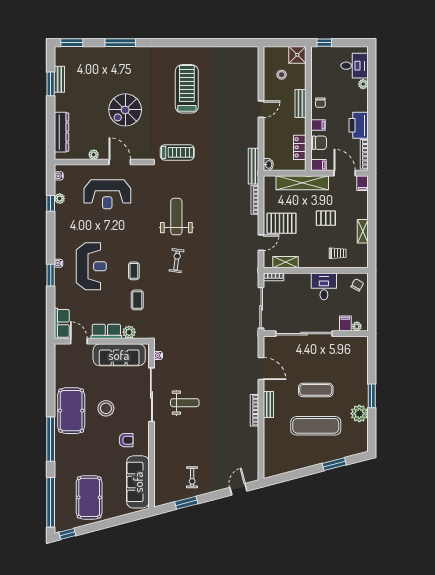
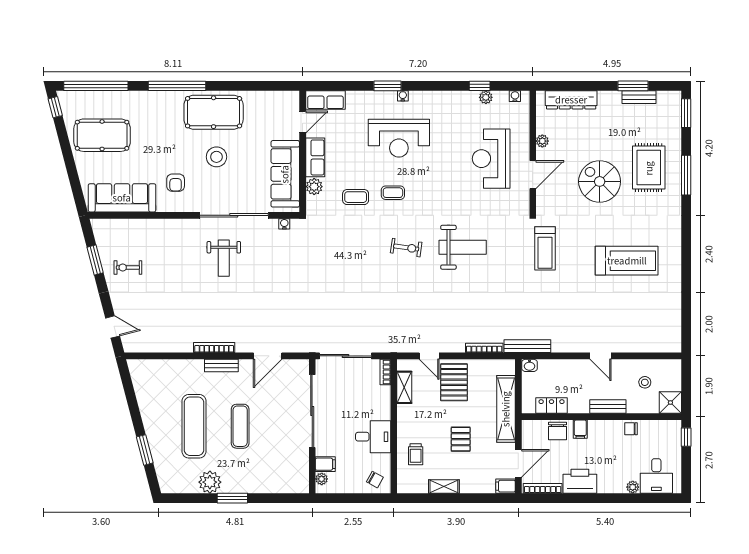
rug: (114, 72) -> (649, 168), added
chair: (320, 103) -> (631, 429), moved
filing cabinet: (318, 165) -> (529, 430), removed

